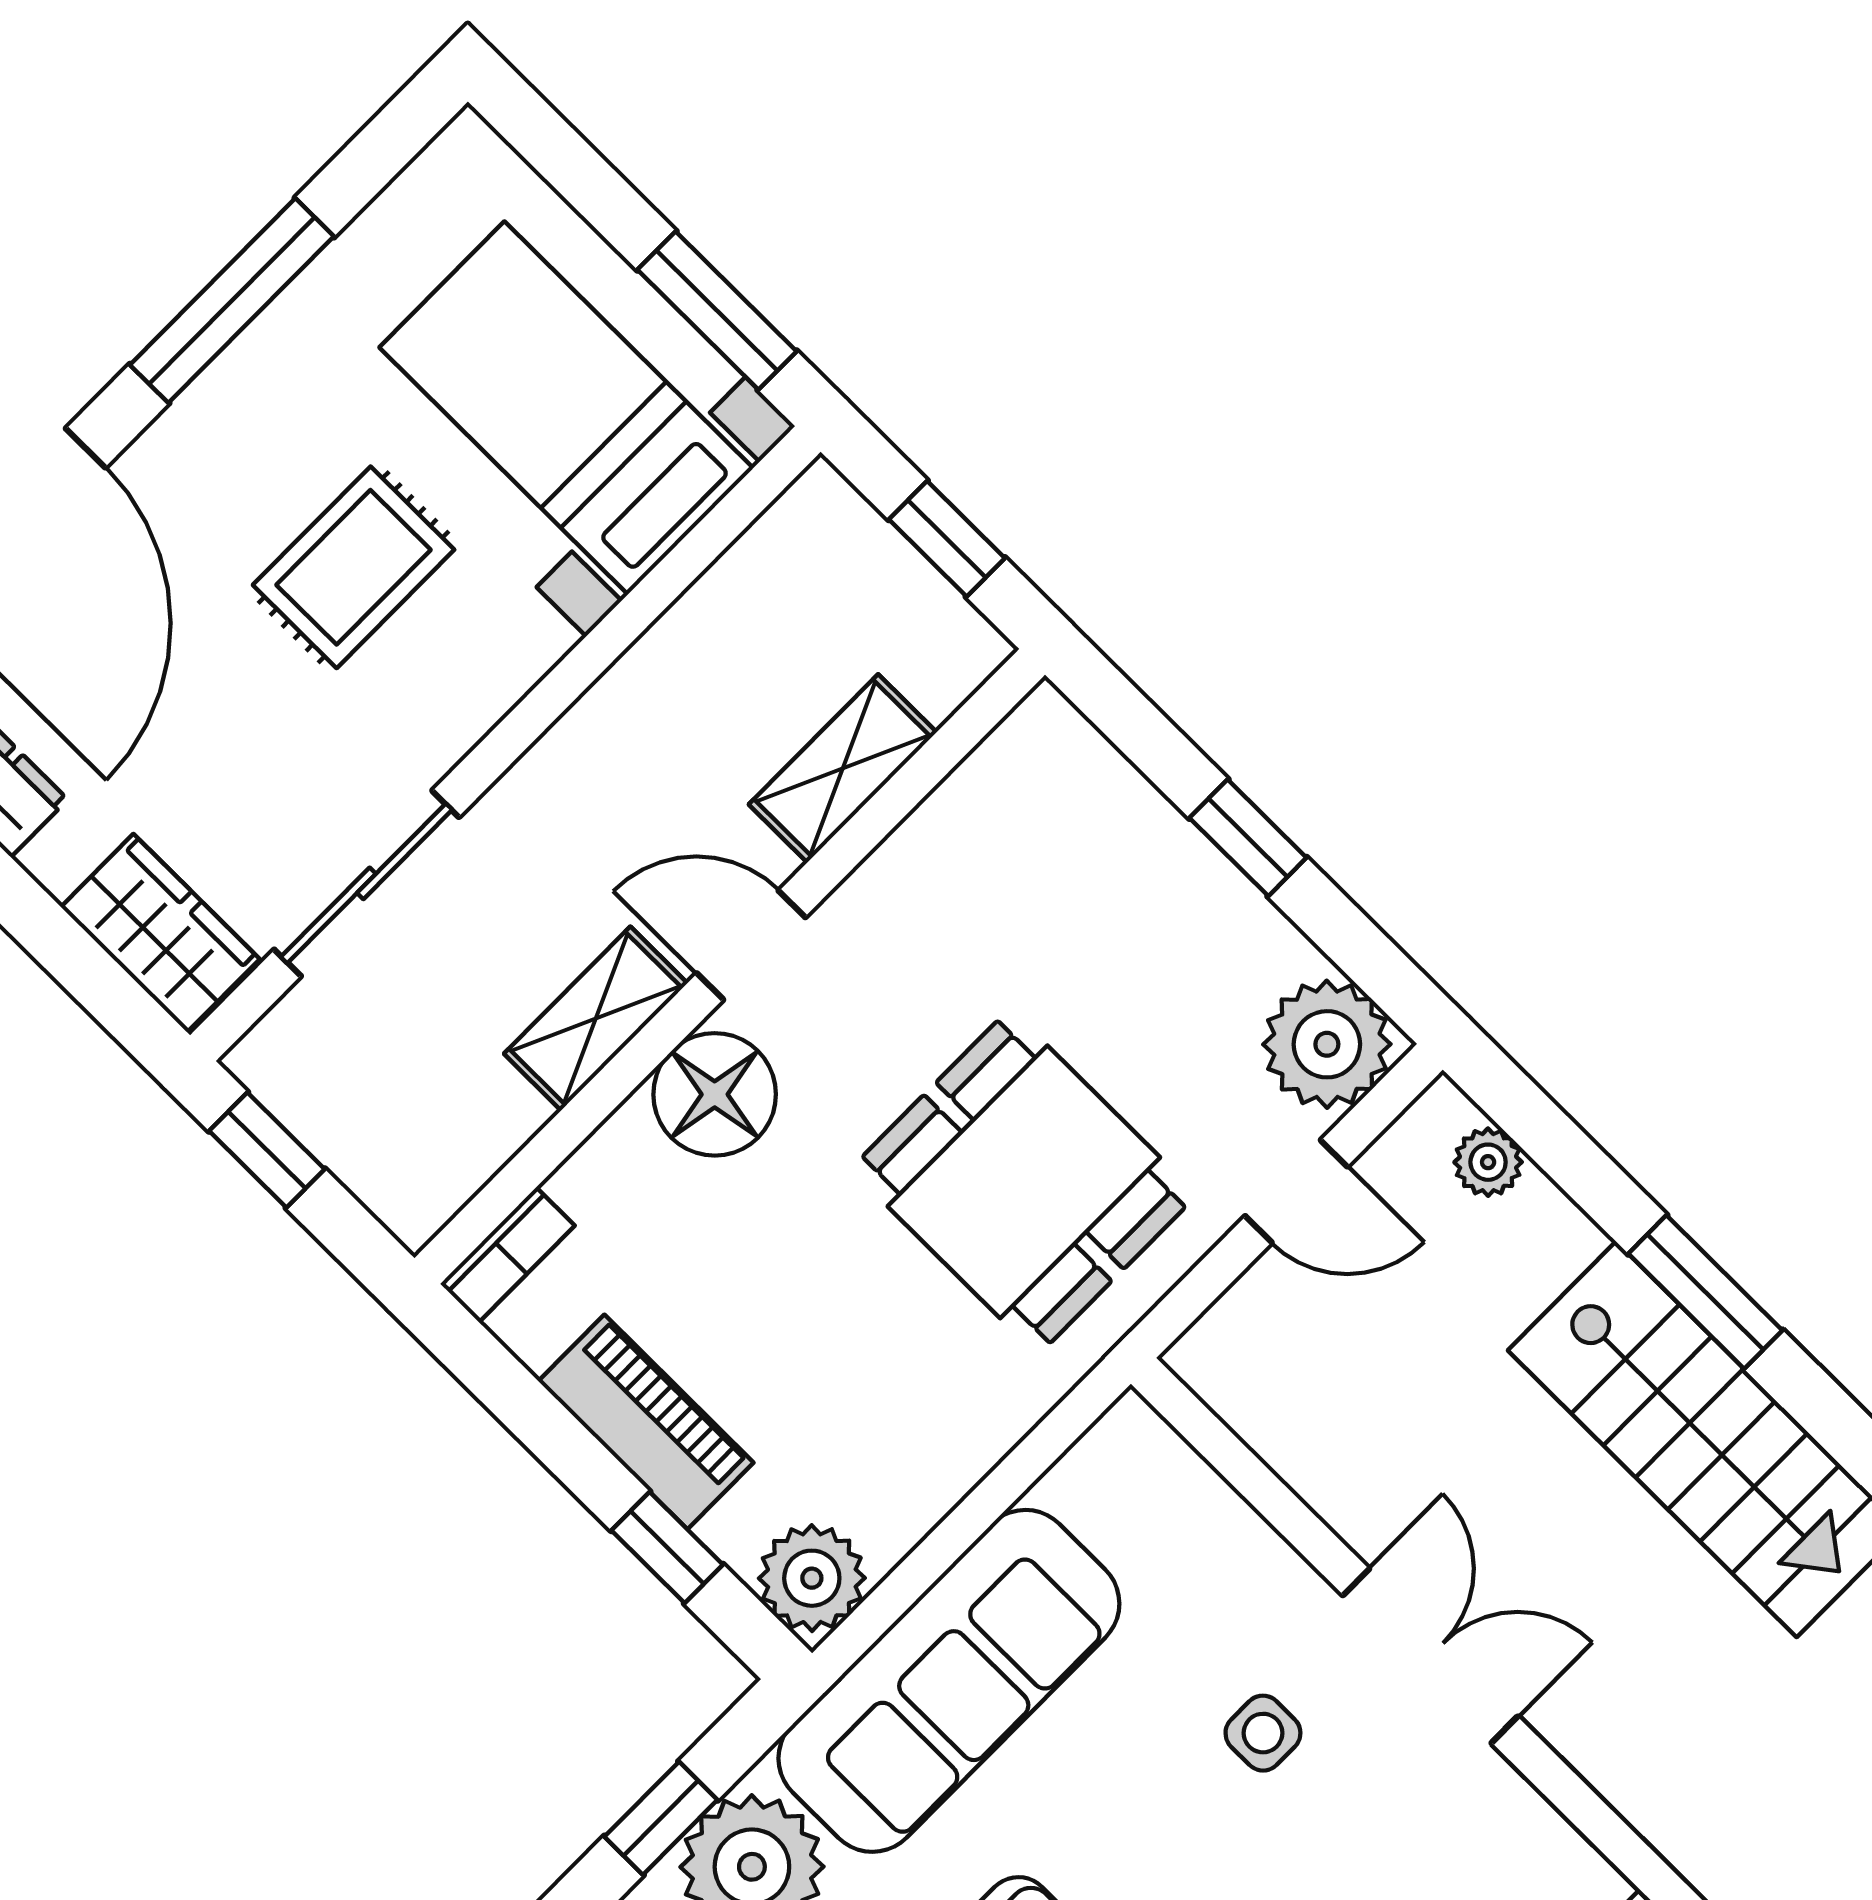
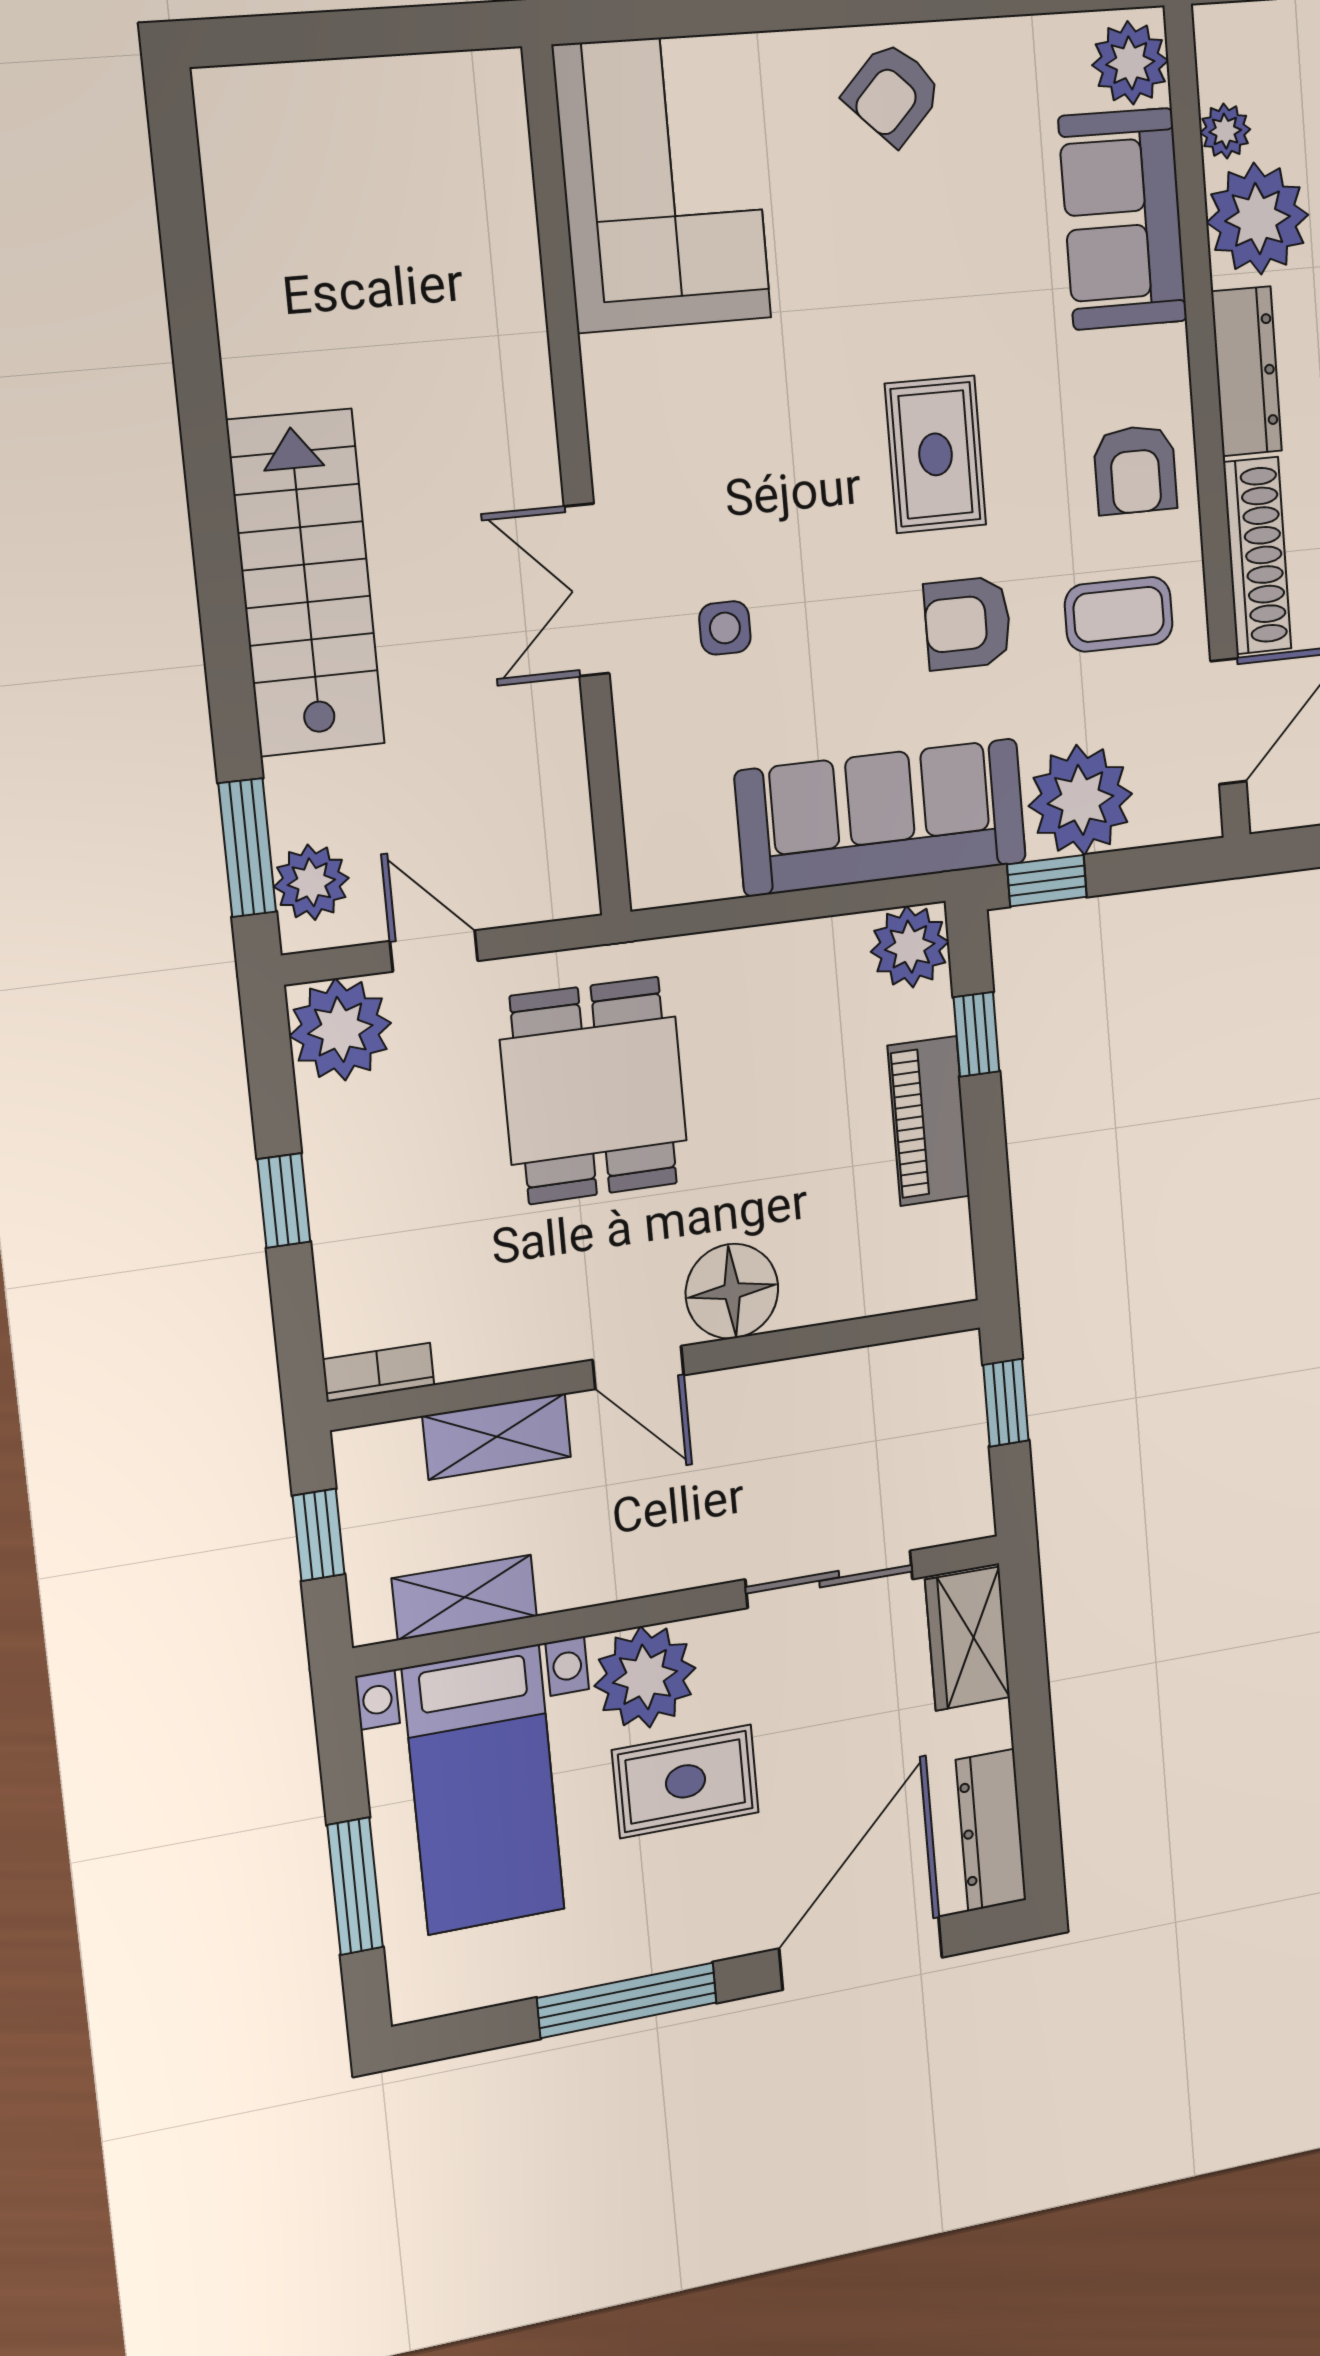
window: (717, 311) -> (355, 1886), moved
plant: (486, 642) -> (645, 1677), added
shelving: (596, 1019) -> (464, 1597), moved
window: (267, 1150) -> (1006, 1403), moved
plant: (1488, 1162) -> (311, 882), width x1.38, depth x1.38
bookcase: (508, 1255) -> (378, 1372), moved
window: (1705, 1292) -> (247, 848), moved
window: (661, 1818) -> (1047, 881), moved

